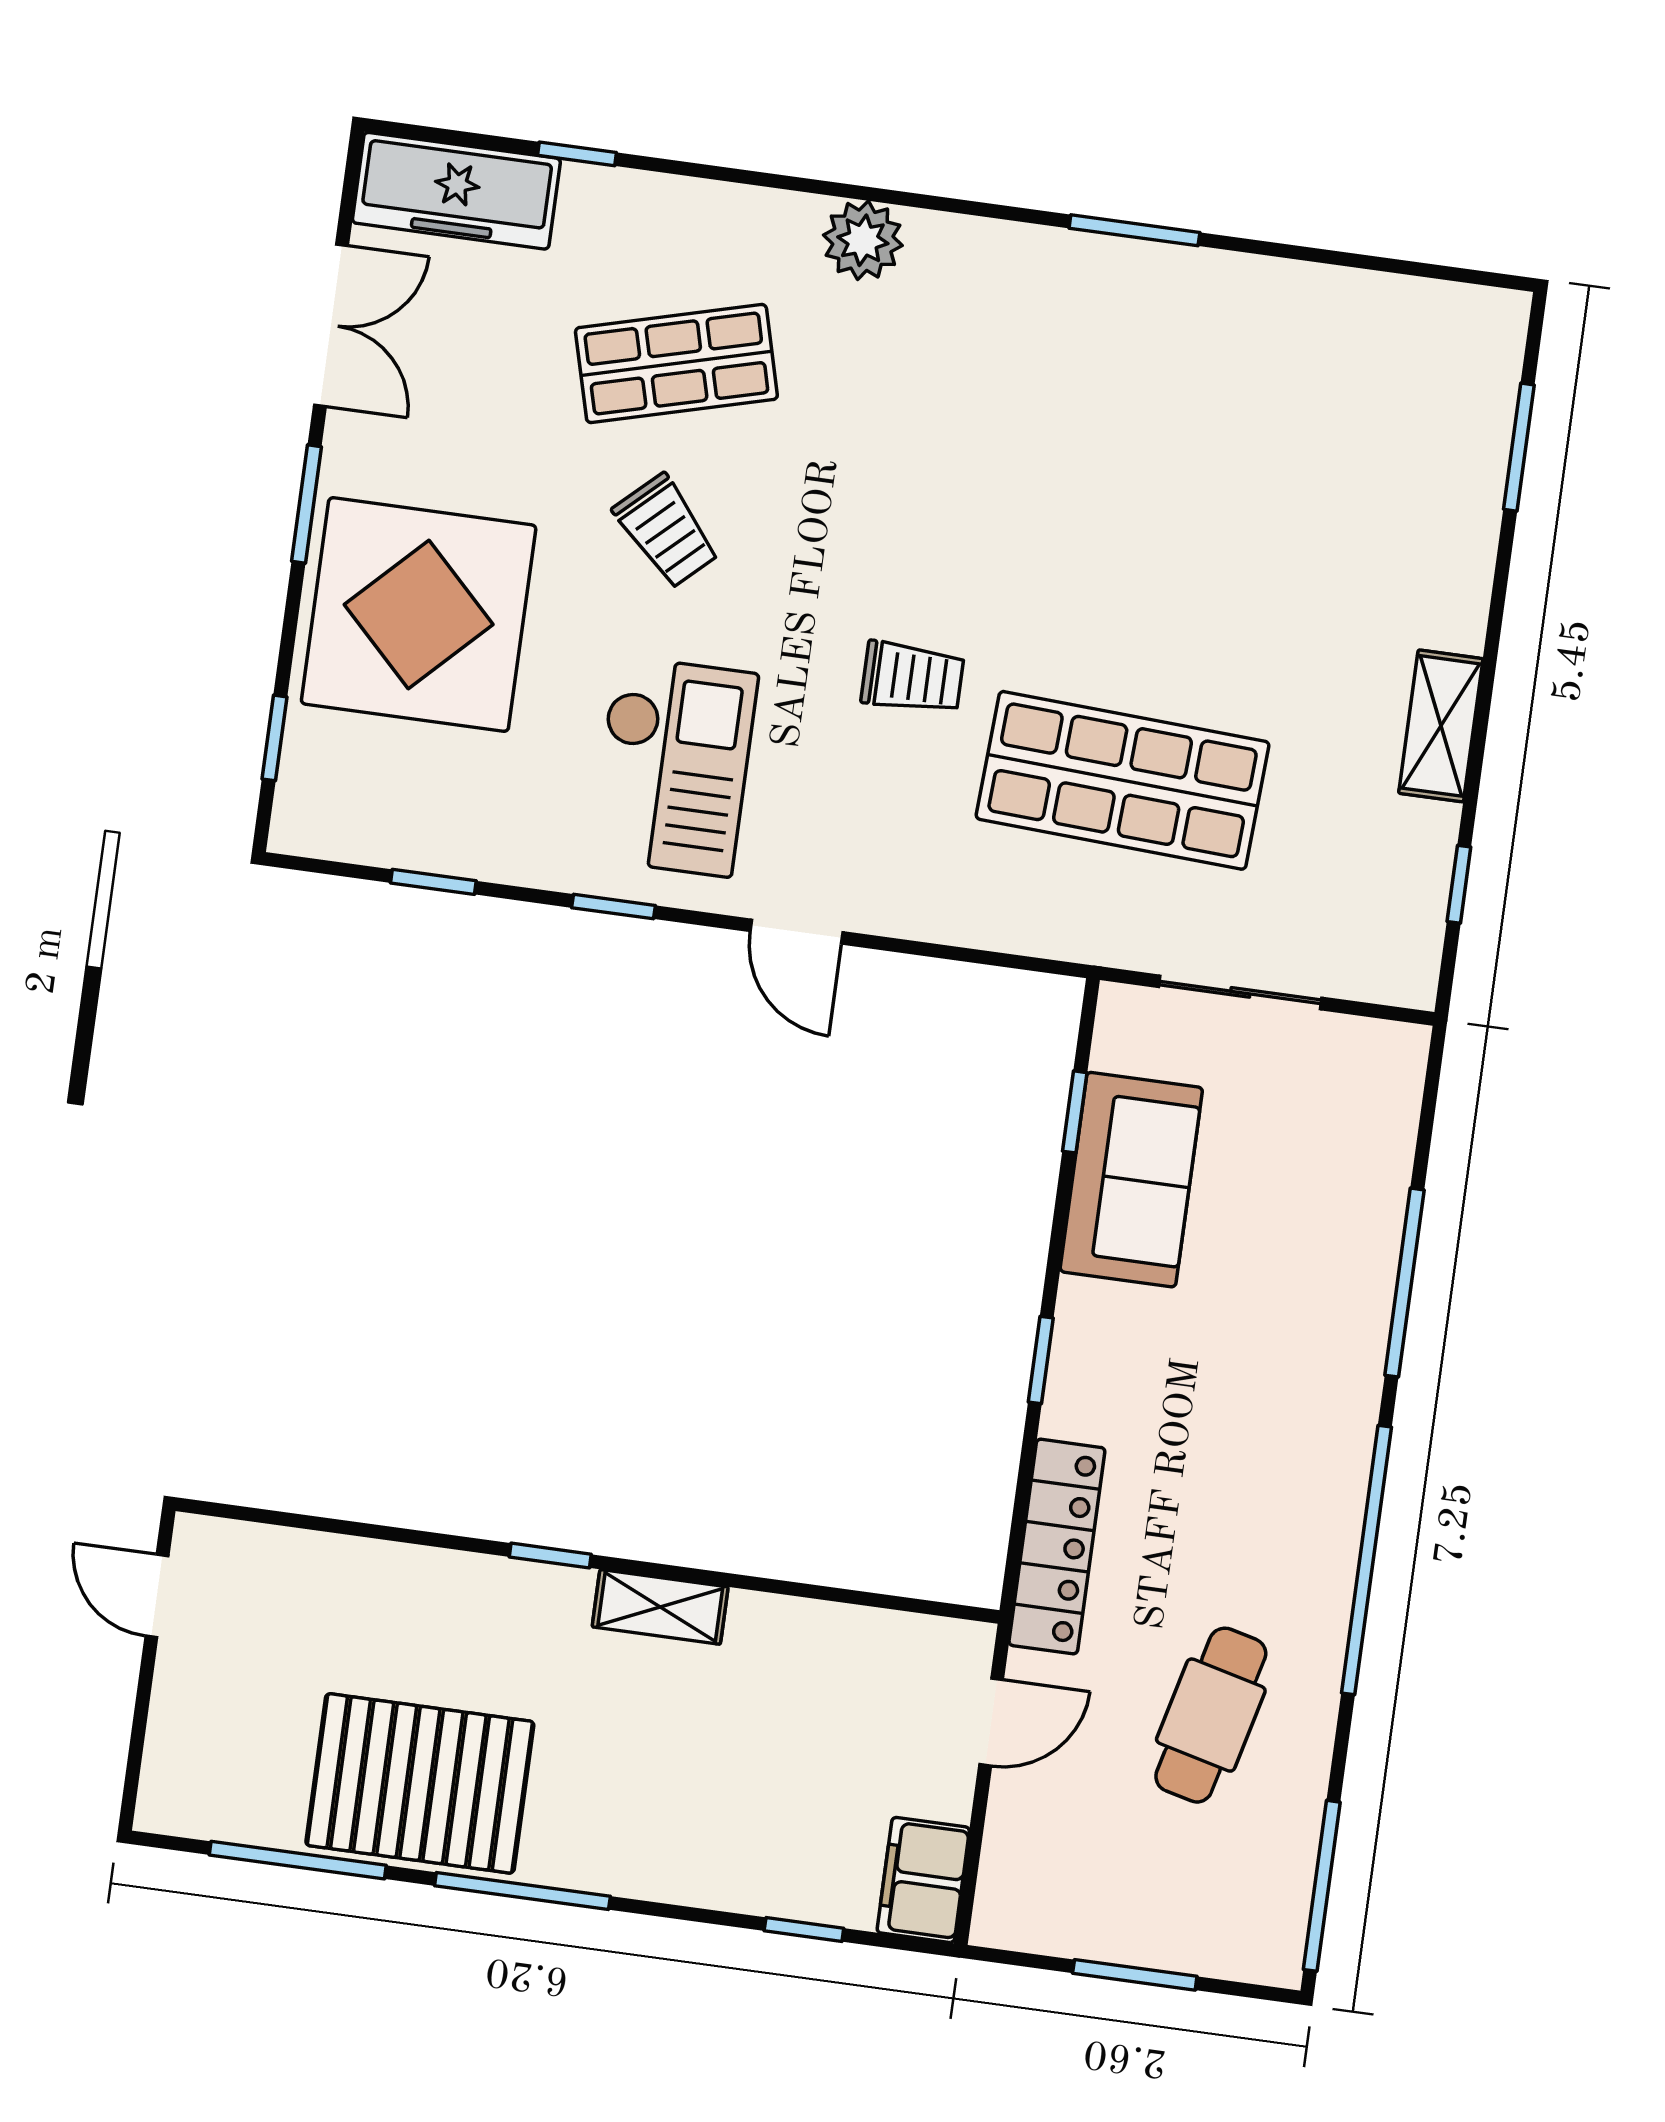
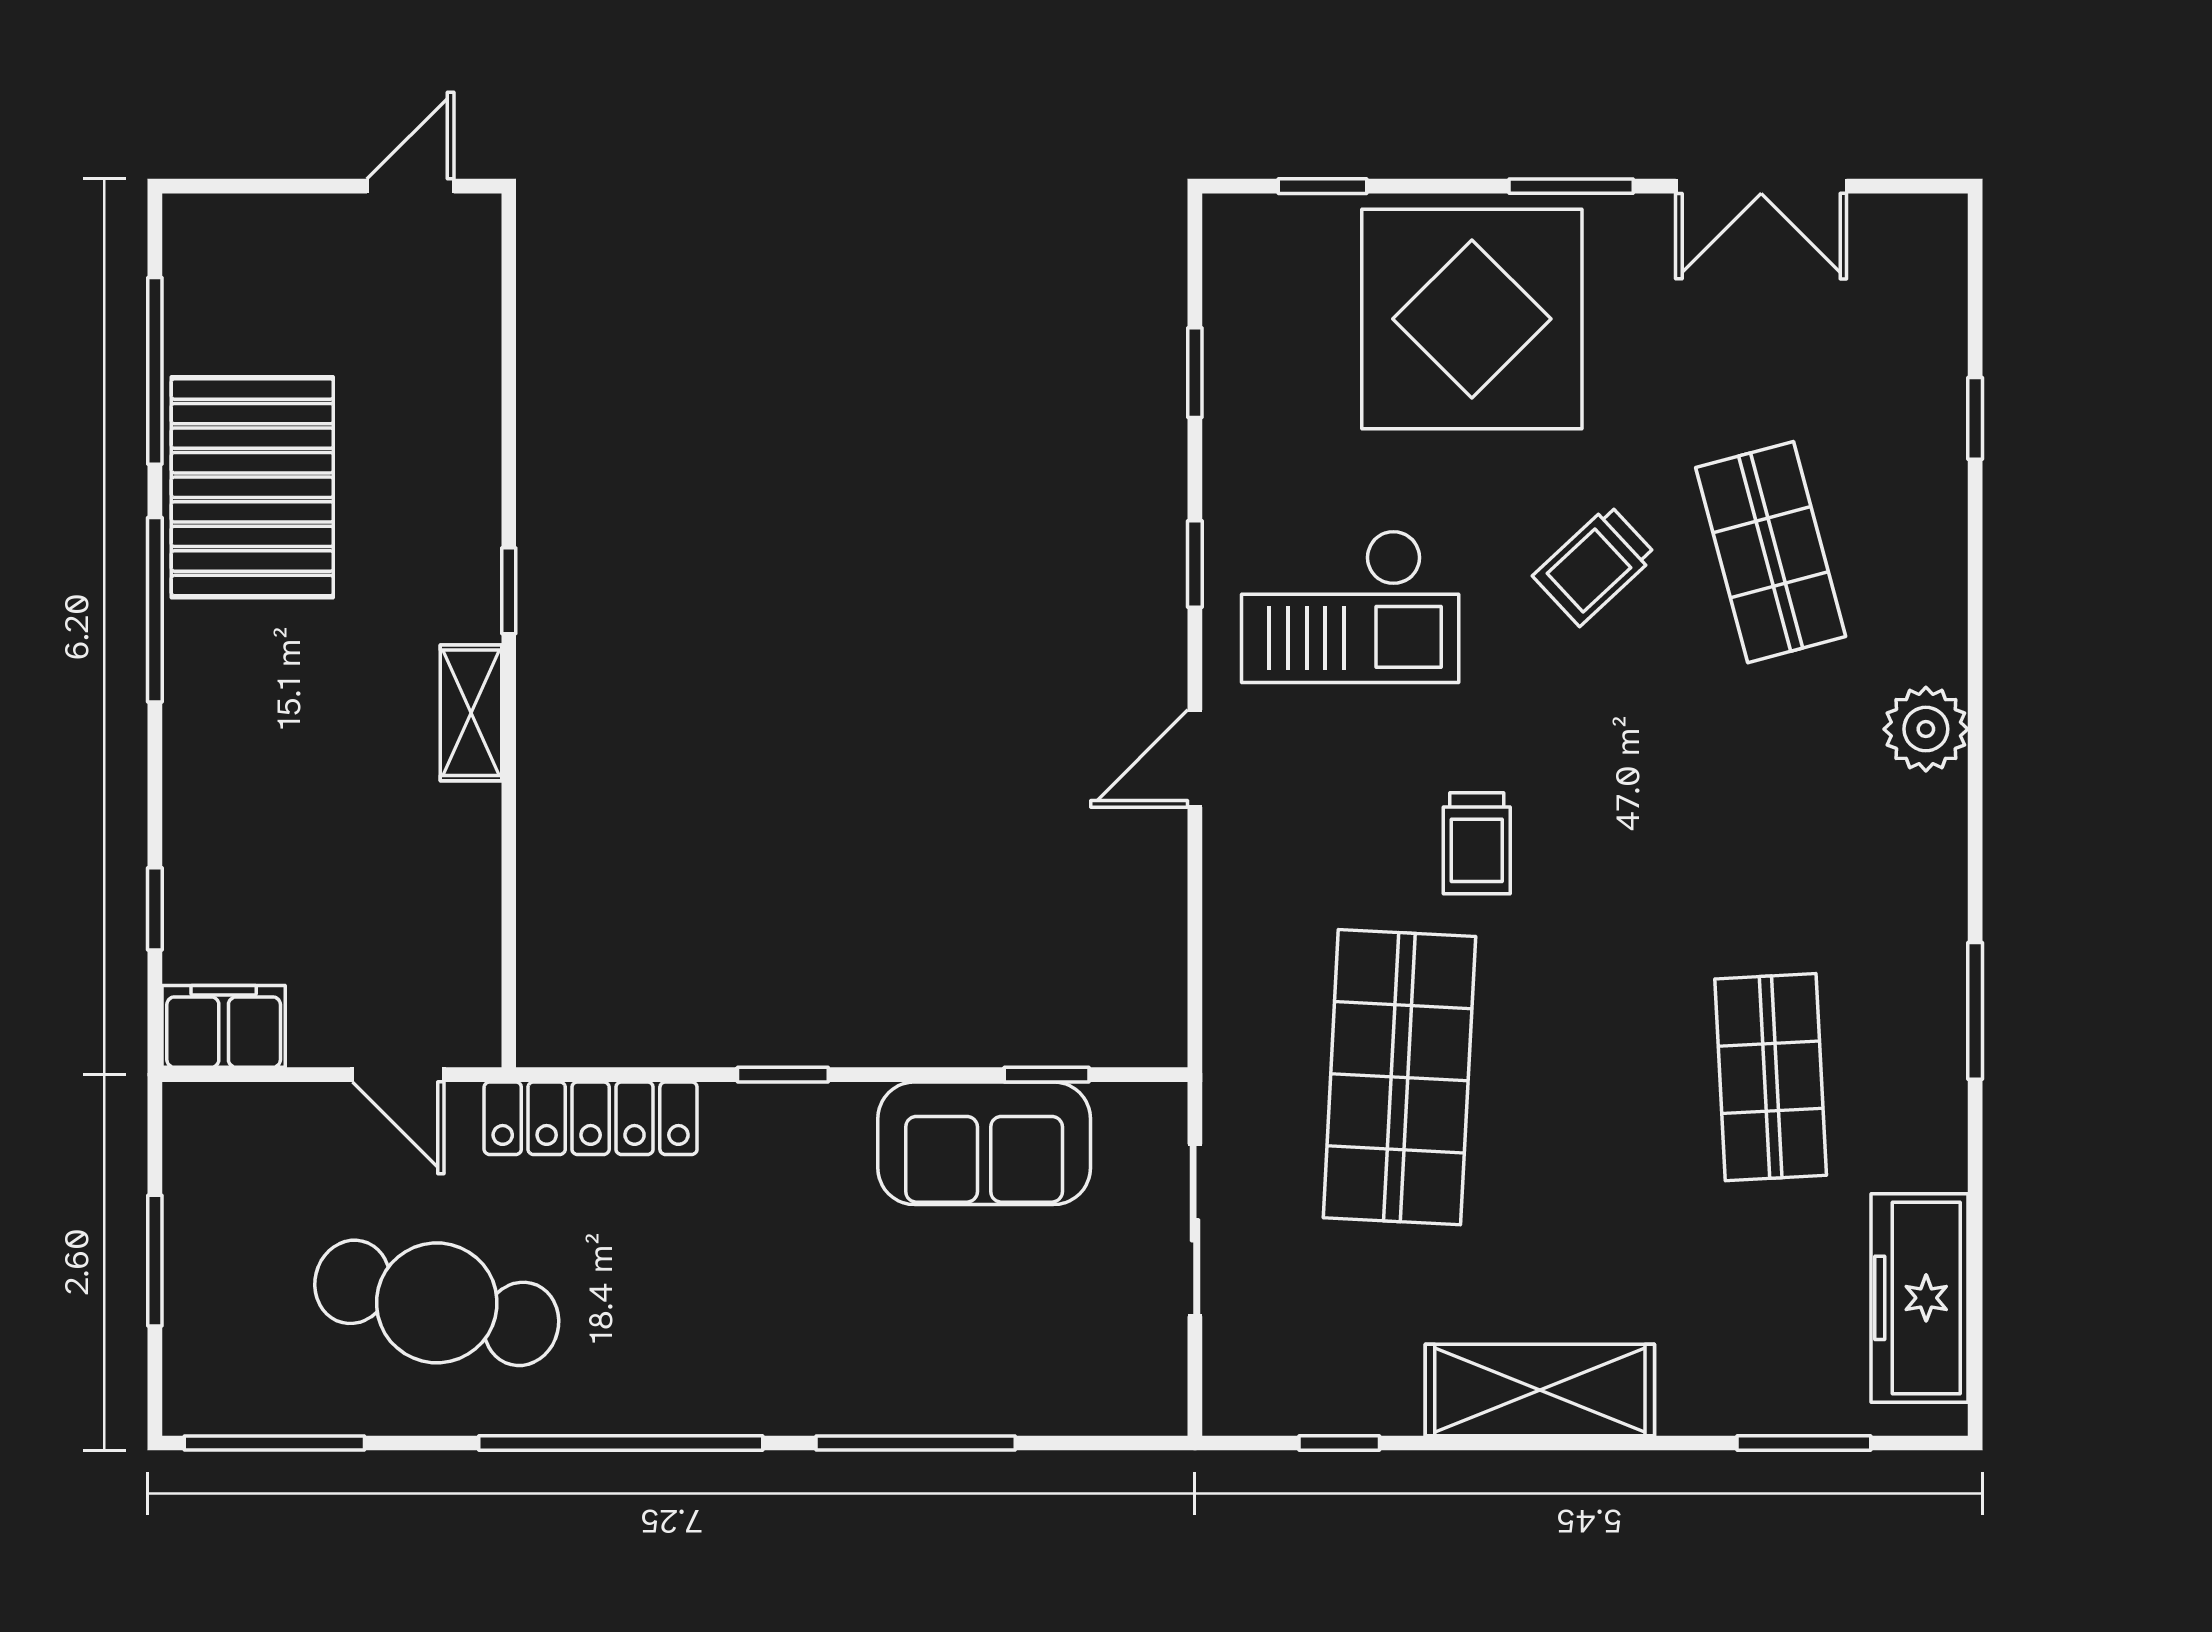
freezer: (456, 191) -> (1919, 1298), moved
shop shelf: (1170, 431) -> (1771, 1077), added
shelving: (1441, 726) -> (1540, 1390), width x1.50, depth x1.33
cafe table: (1211, 1715) -> (437, 1303), width x1.37, depth x1.35

